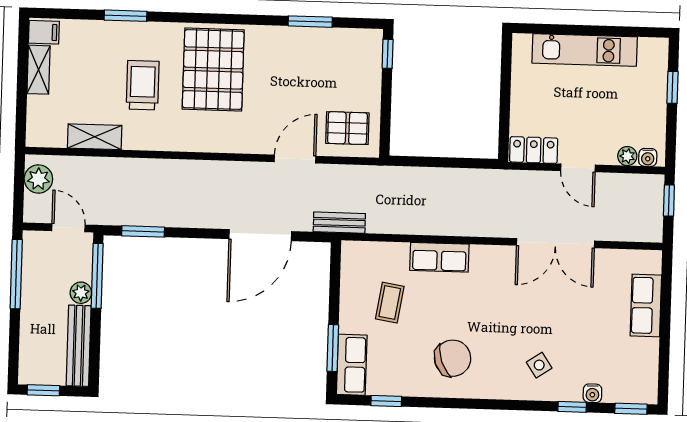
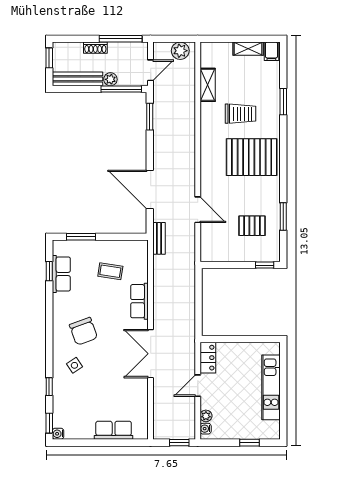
pallet: (347, 128) -> (252, 226), moved, turned 90
double door: (555, 243) -> (151, 354), moved
shoe rack: (29, 315) -> (95, 48), added
chair: (453, 358) -> (83, 331), moved
row of seats: (352, 365) -> (61, 274), moved, turned -90
water cooler: (592, 393) -> (58, 434), moved

